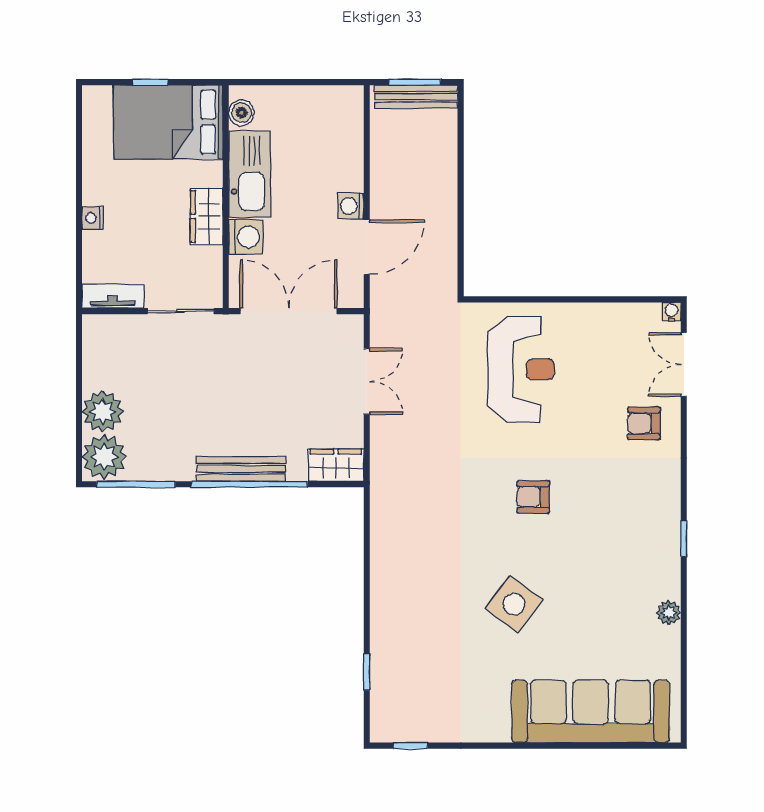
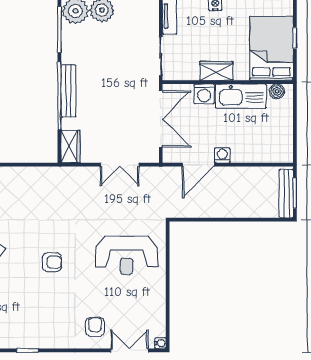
door: (367, 247) -> (198, 165), hinge flipped
armchair: (533, 497) -> (52, 262), turned 90

